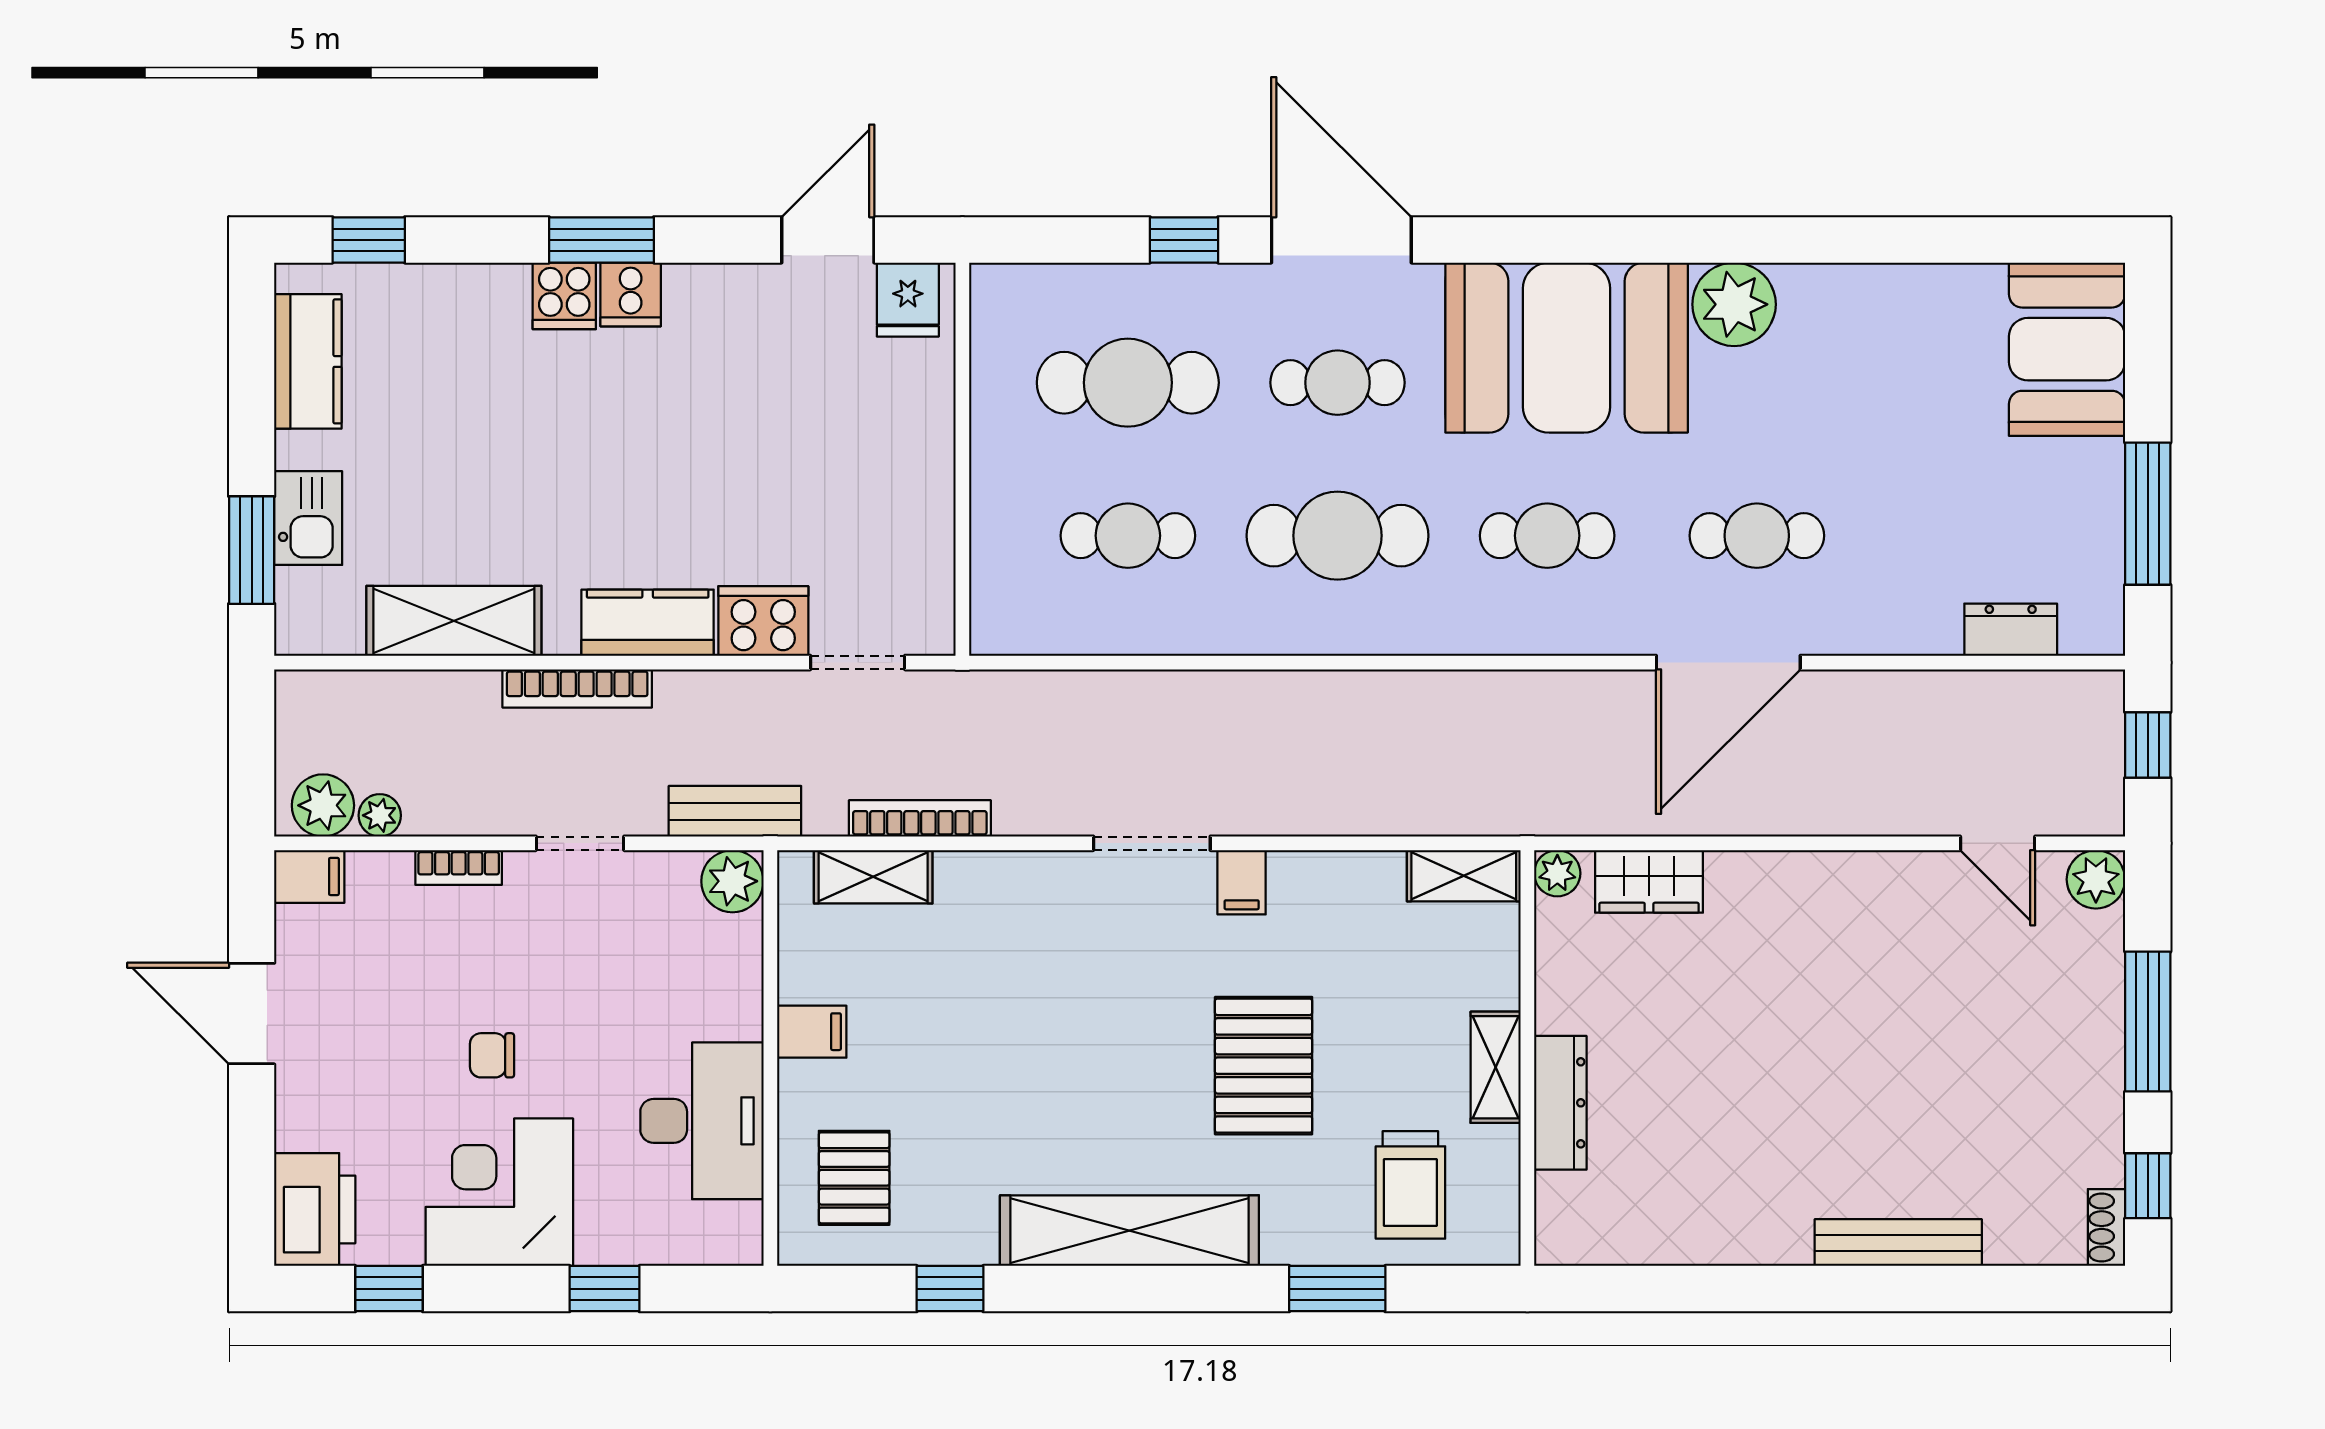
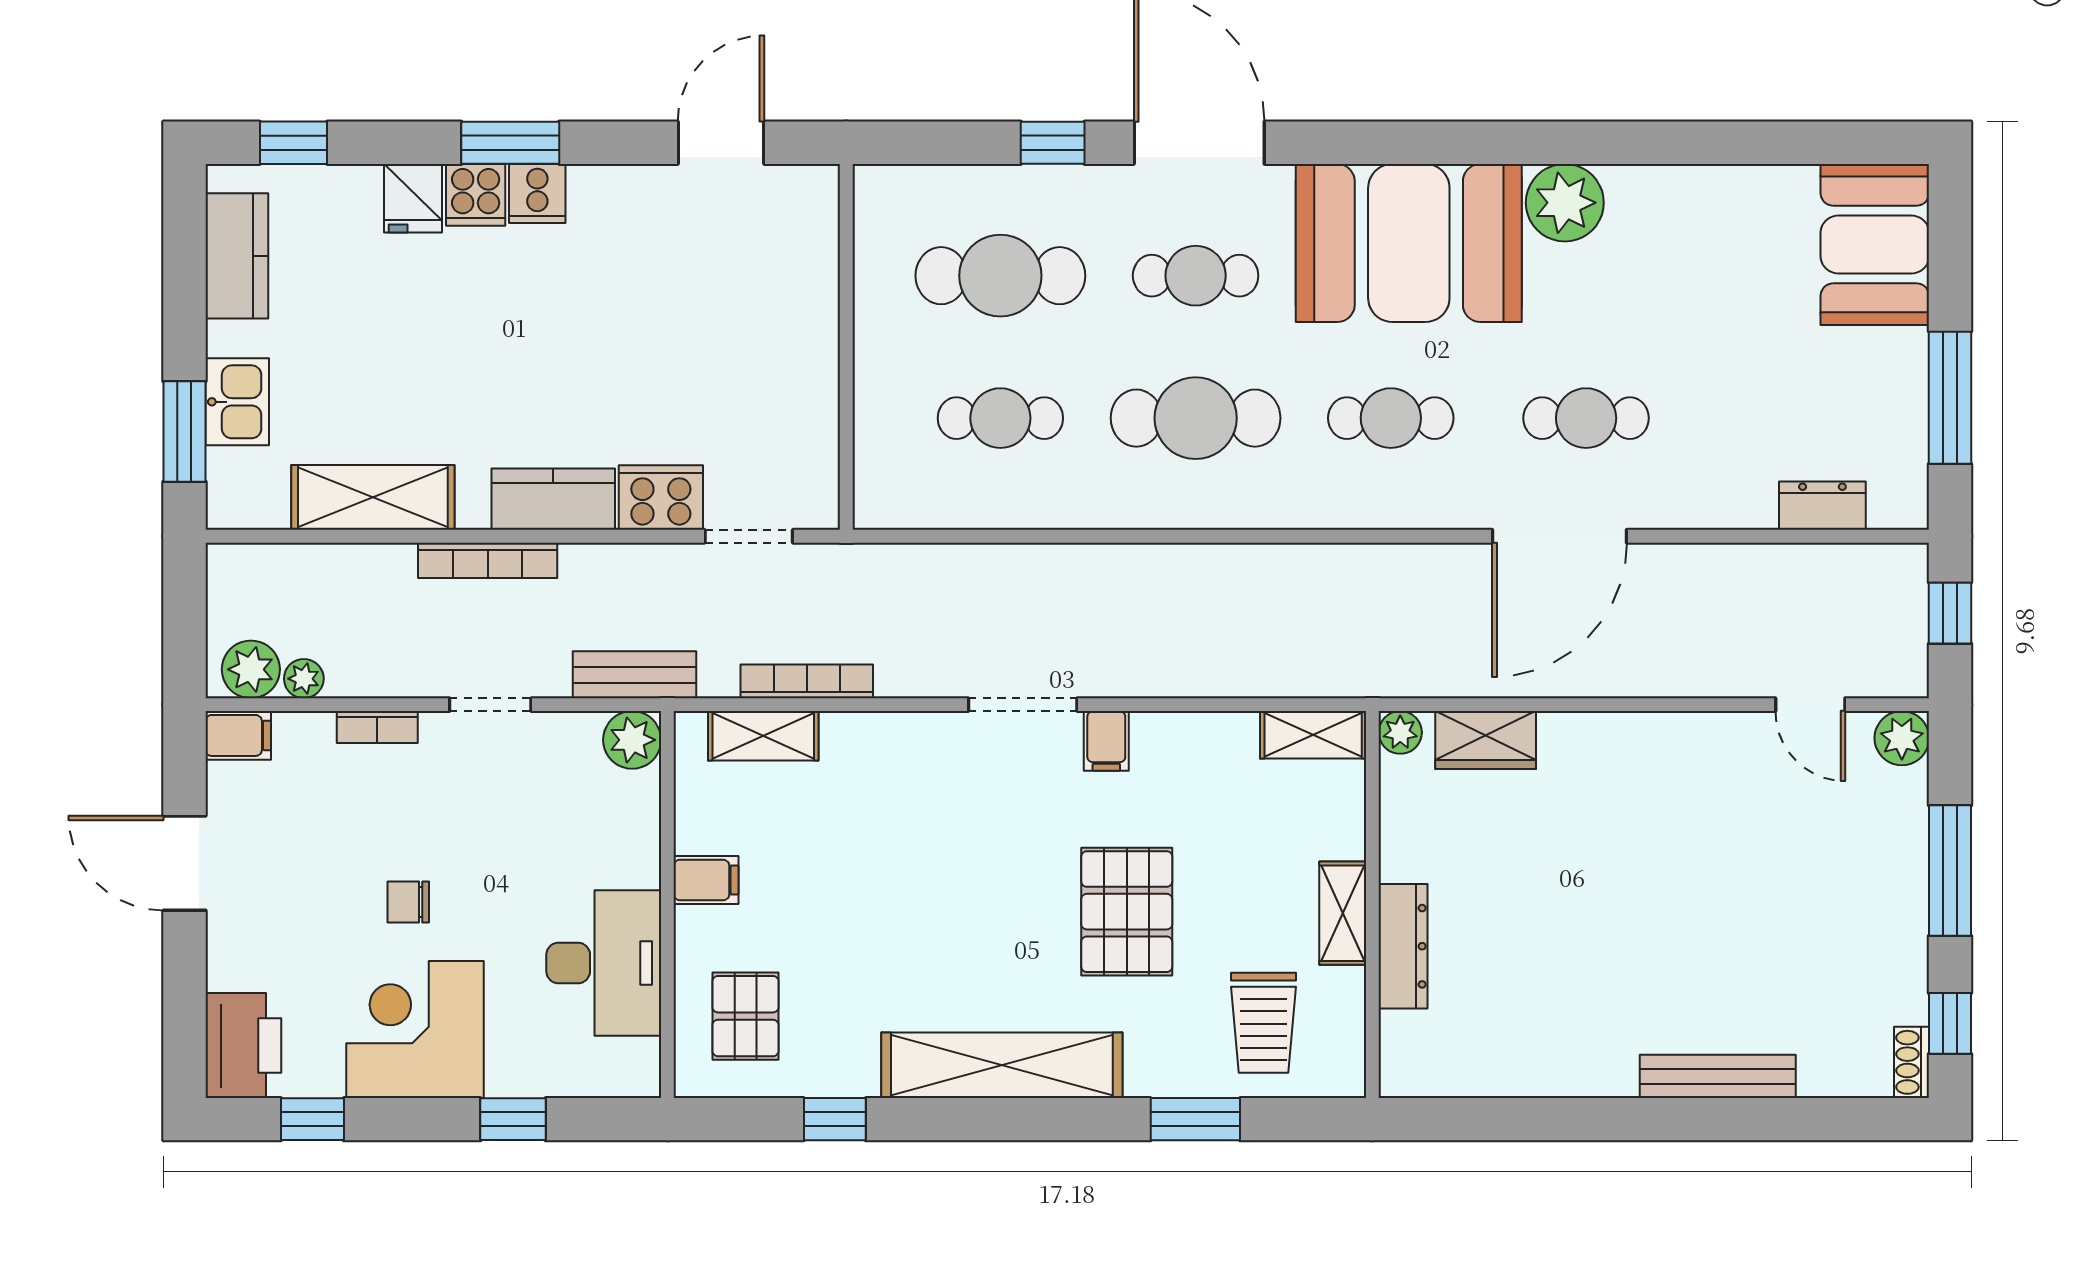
fridge: (908, 300) -> (413, 198), moved

